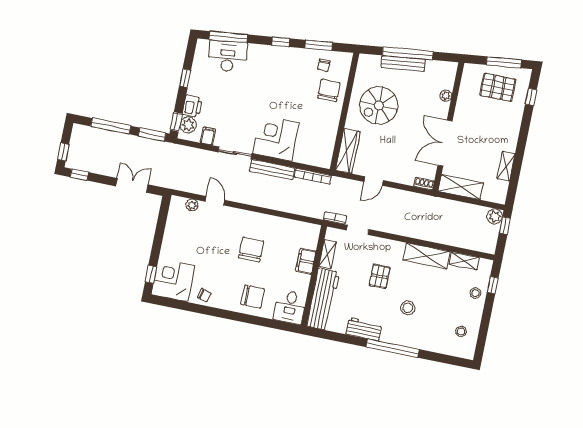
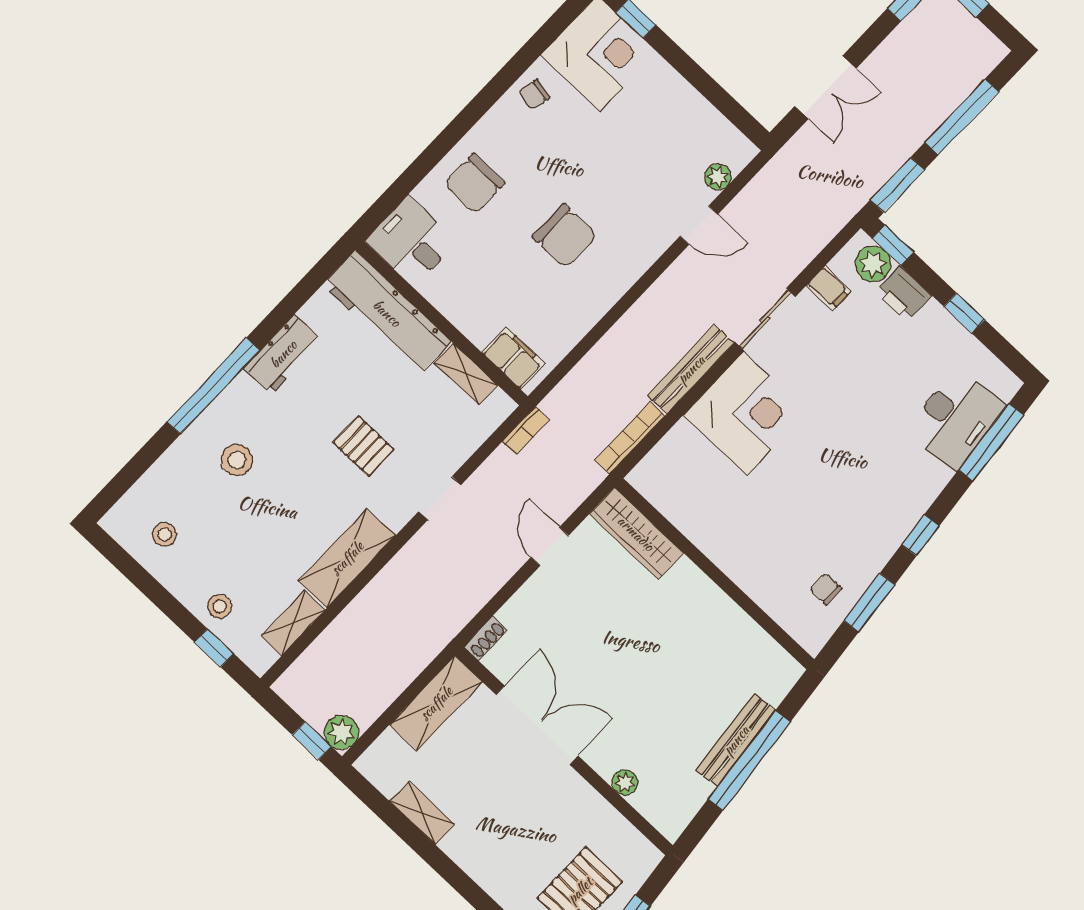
chair: (329, 90) -> (772, 569), removed
spiral stairs: (379, 105) -> (686, 645), removed
doorway: (358, 230) -> (440, 498), moved
filing cabinet: (306, 261) -> (514, 358), moved
stool: (408, 308) -> (237, 460), moved

